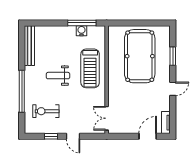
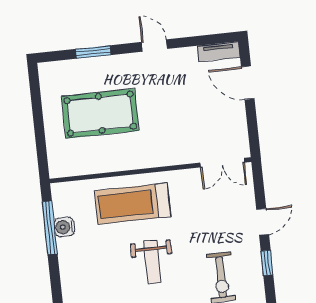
pool table: (140, 56) -> (100, 113), width x0.73, depth x0.76
treadmill: (90, 68) -> (133, 204), turned 180

